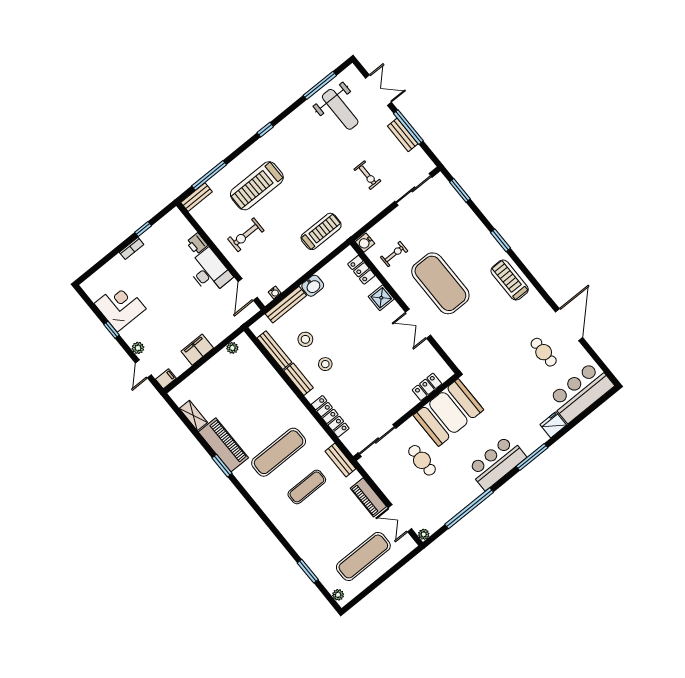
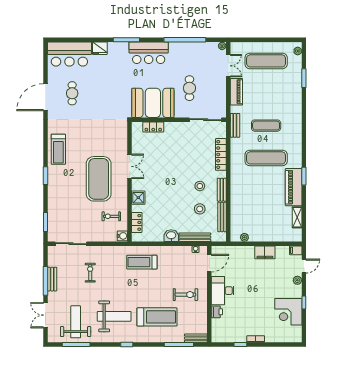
weight bench: (303, 149) -> (114, 316), added

